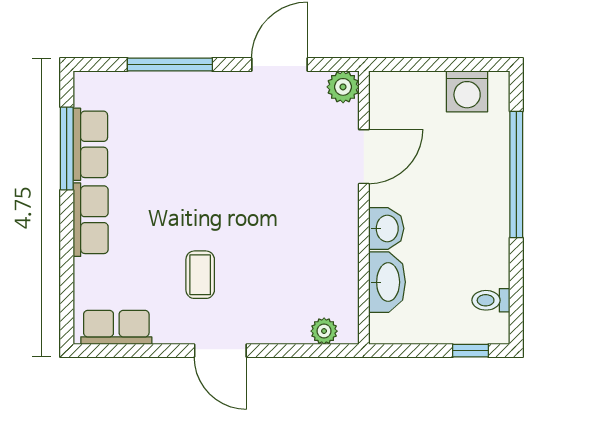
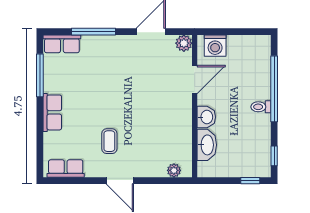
washing machine: (467, 91) -> (215, 46), moved
row of seats: (90, 144) -> (62, 44), moved, turned 90
toilet: (491, 300) -> (261, 107), moved
window: (516, 303) -> (274, 156), added

